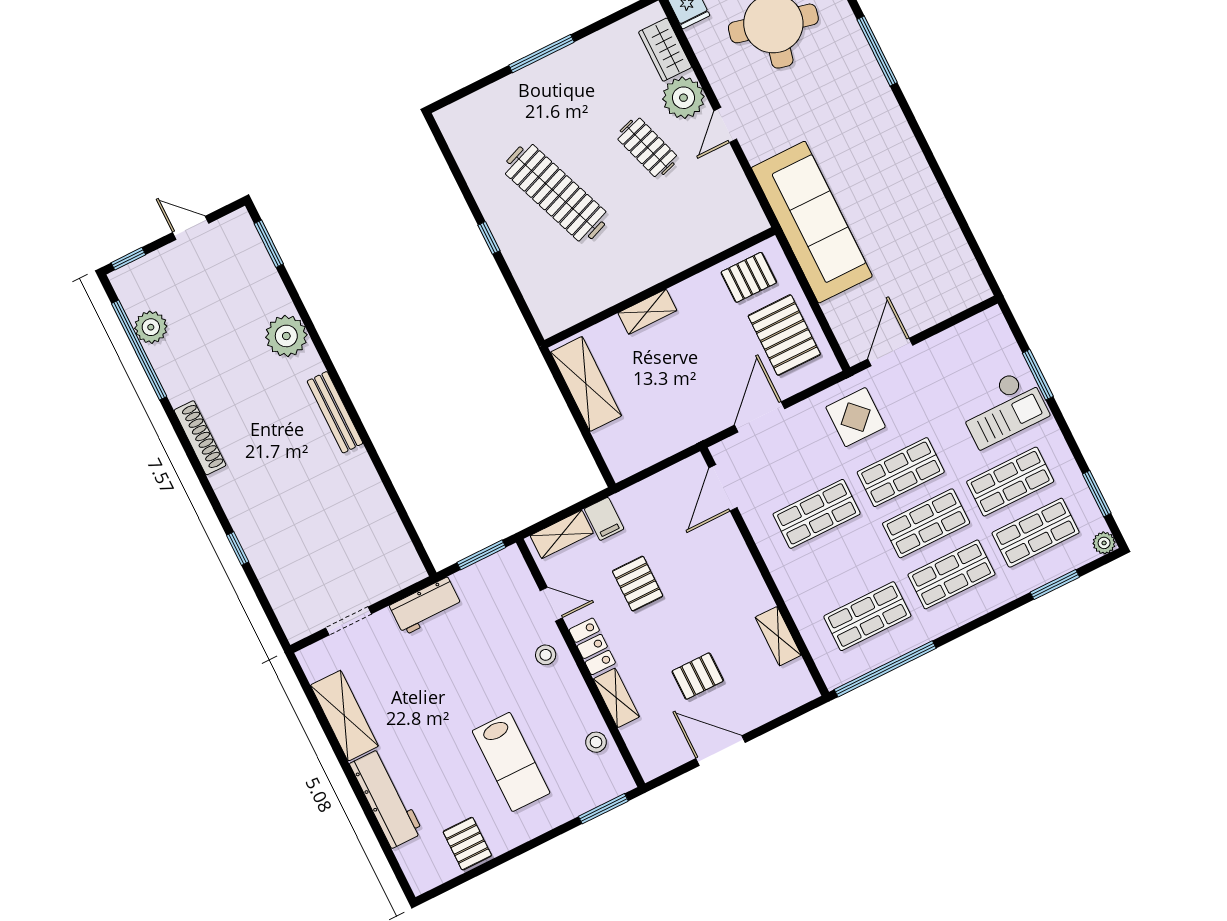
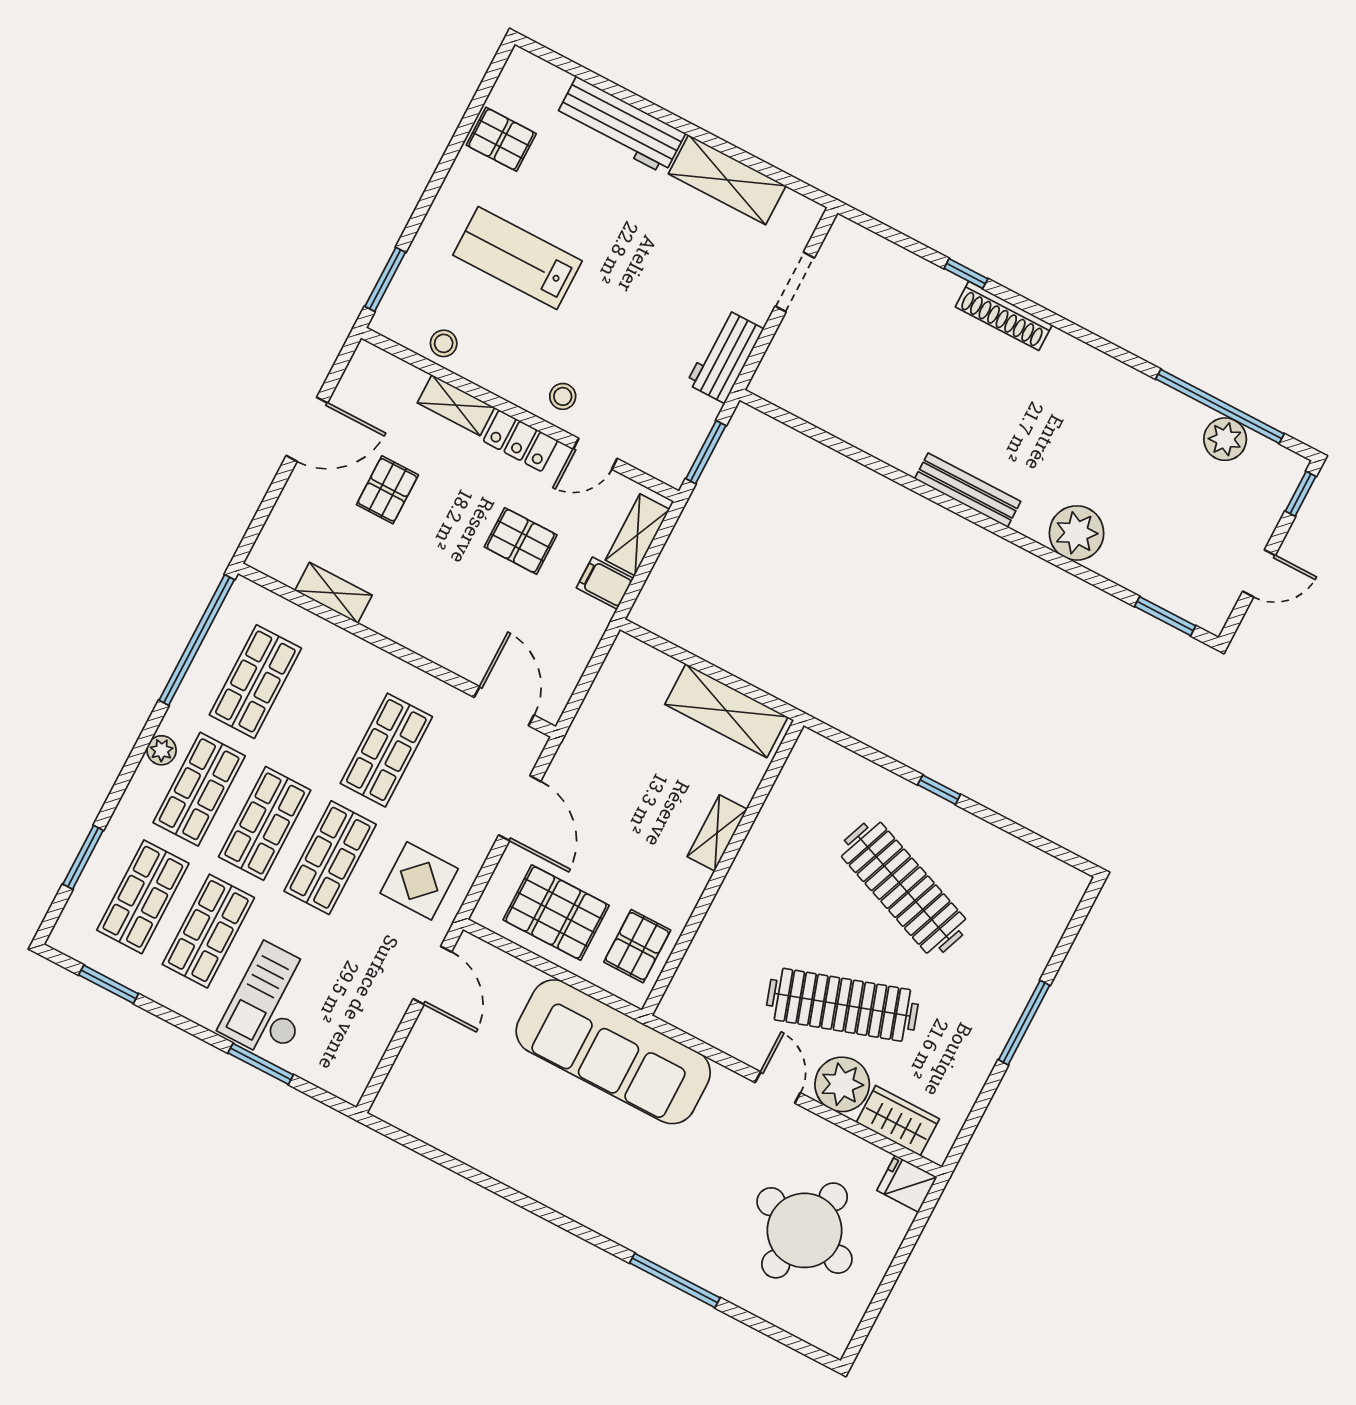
clothes rail: (647, 147) -> (842, 1005), width x1.86, depth x1.31
clothes rail: (556, 193) -> (904, 888), turned 42
shoe rack: (200, 438) -> (1004, 316), moved
plant: (1104, 543) -> (162, 750), moved

